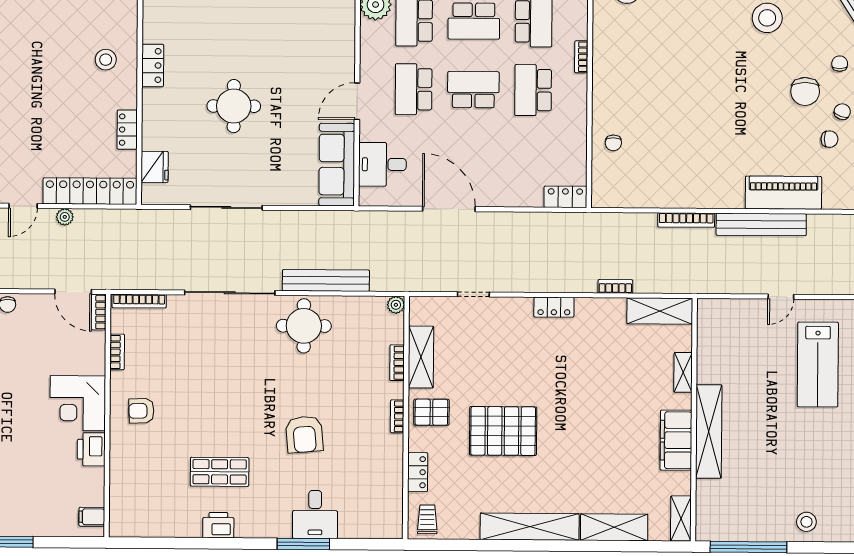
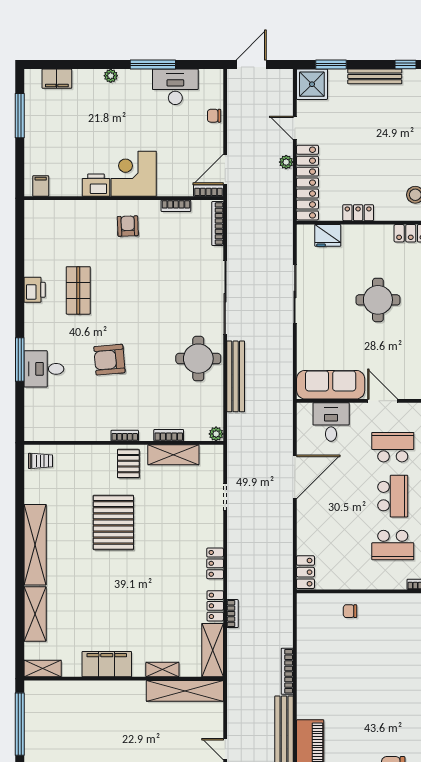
school desk: (533, 90) -> (393, 545), turned 180
shelving: (709, 432) -> (185, 691), moved
locker: (418, 472) -> (215, 606), moved, turned 90

